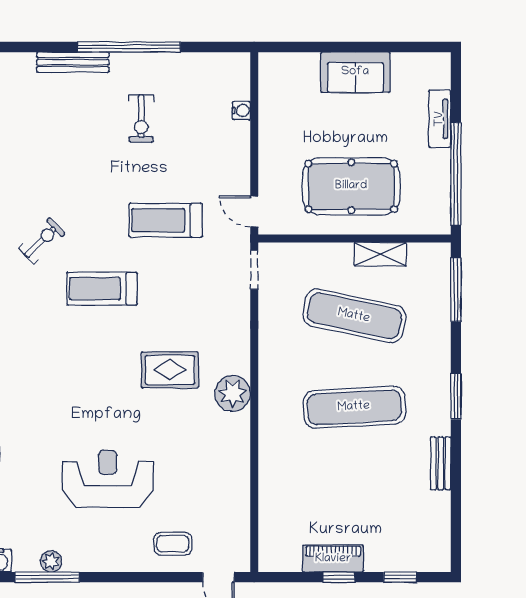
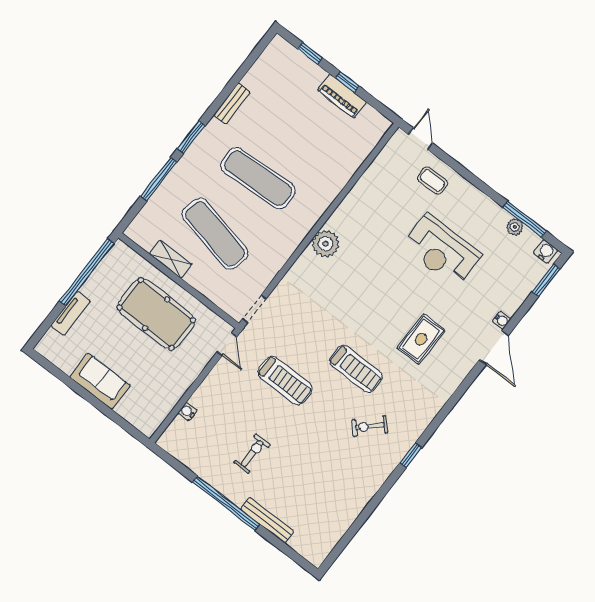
window: (456, 290) -> (159, 179), moved
rug: (170, 370) -> (421, 339), moved, turned 90

